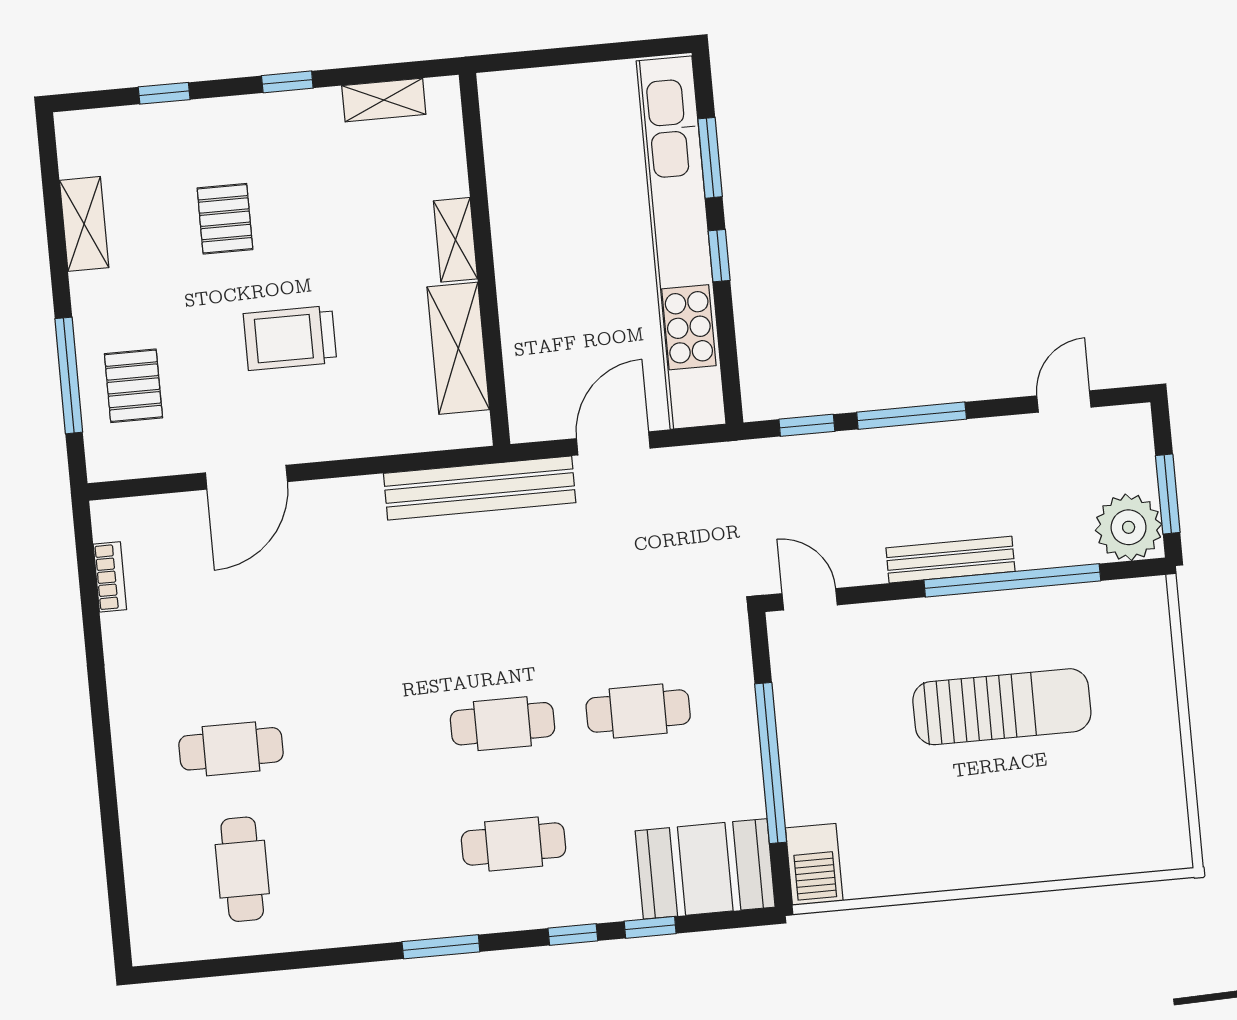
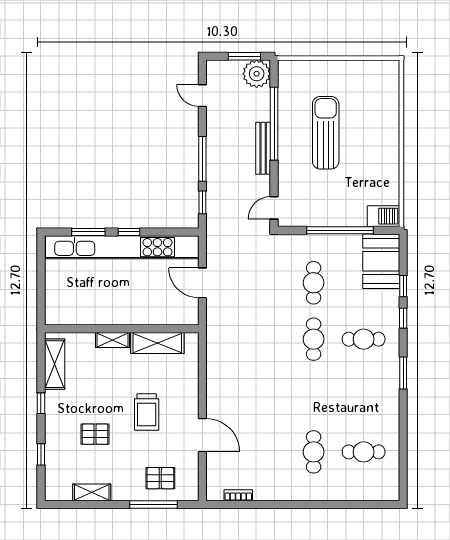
shelving: (384, 100) -> (55, 364), width x1.50, depth x1.33
bench: (480, 488) -> (216, 340), removed
cafe table: (514, 844) -> (364, 339), turned 90

